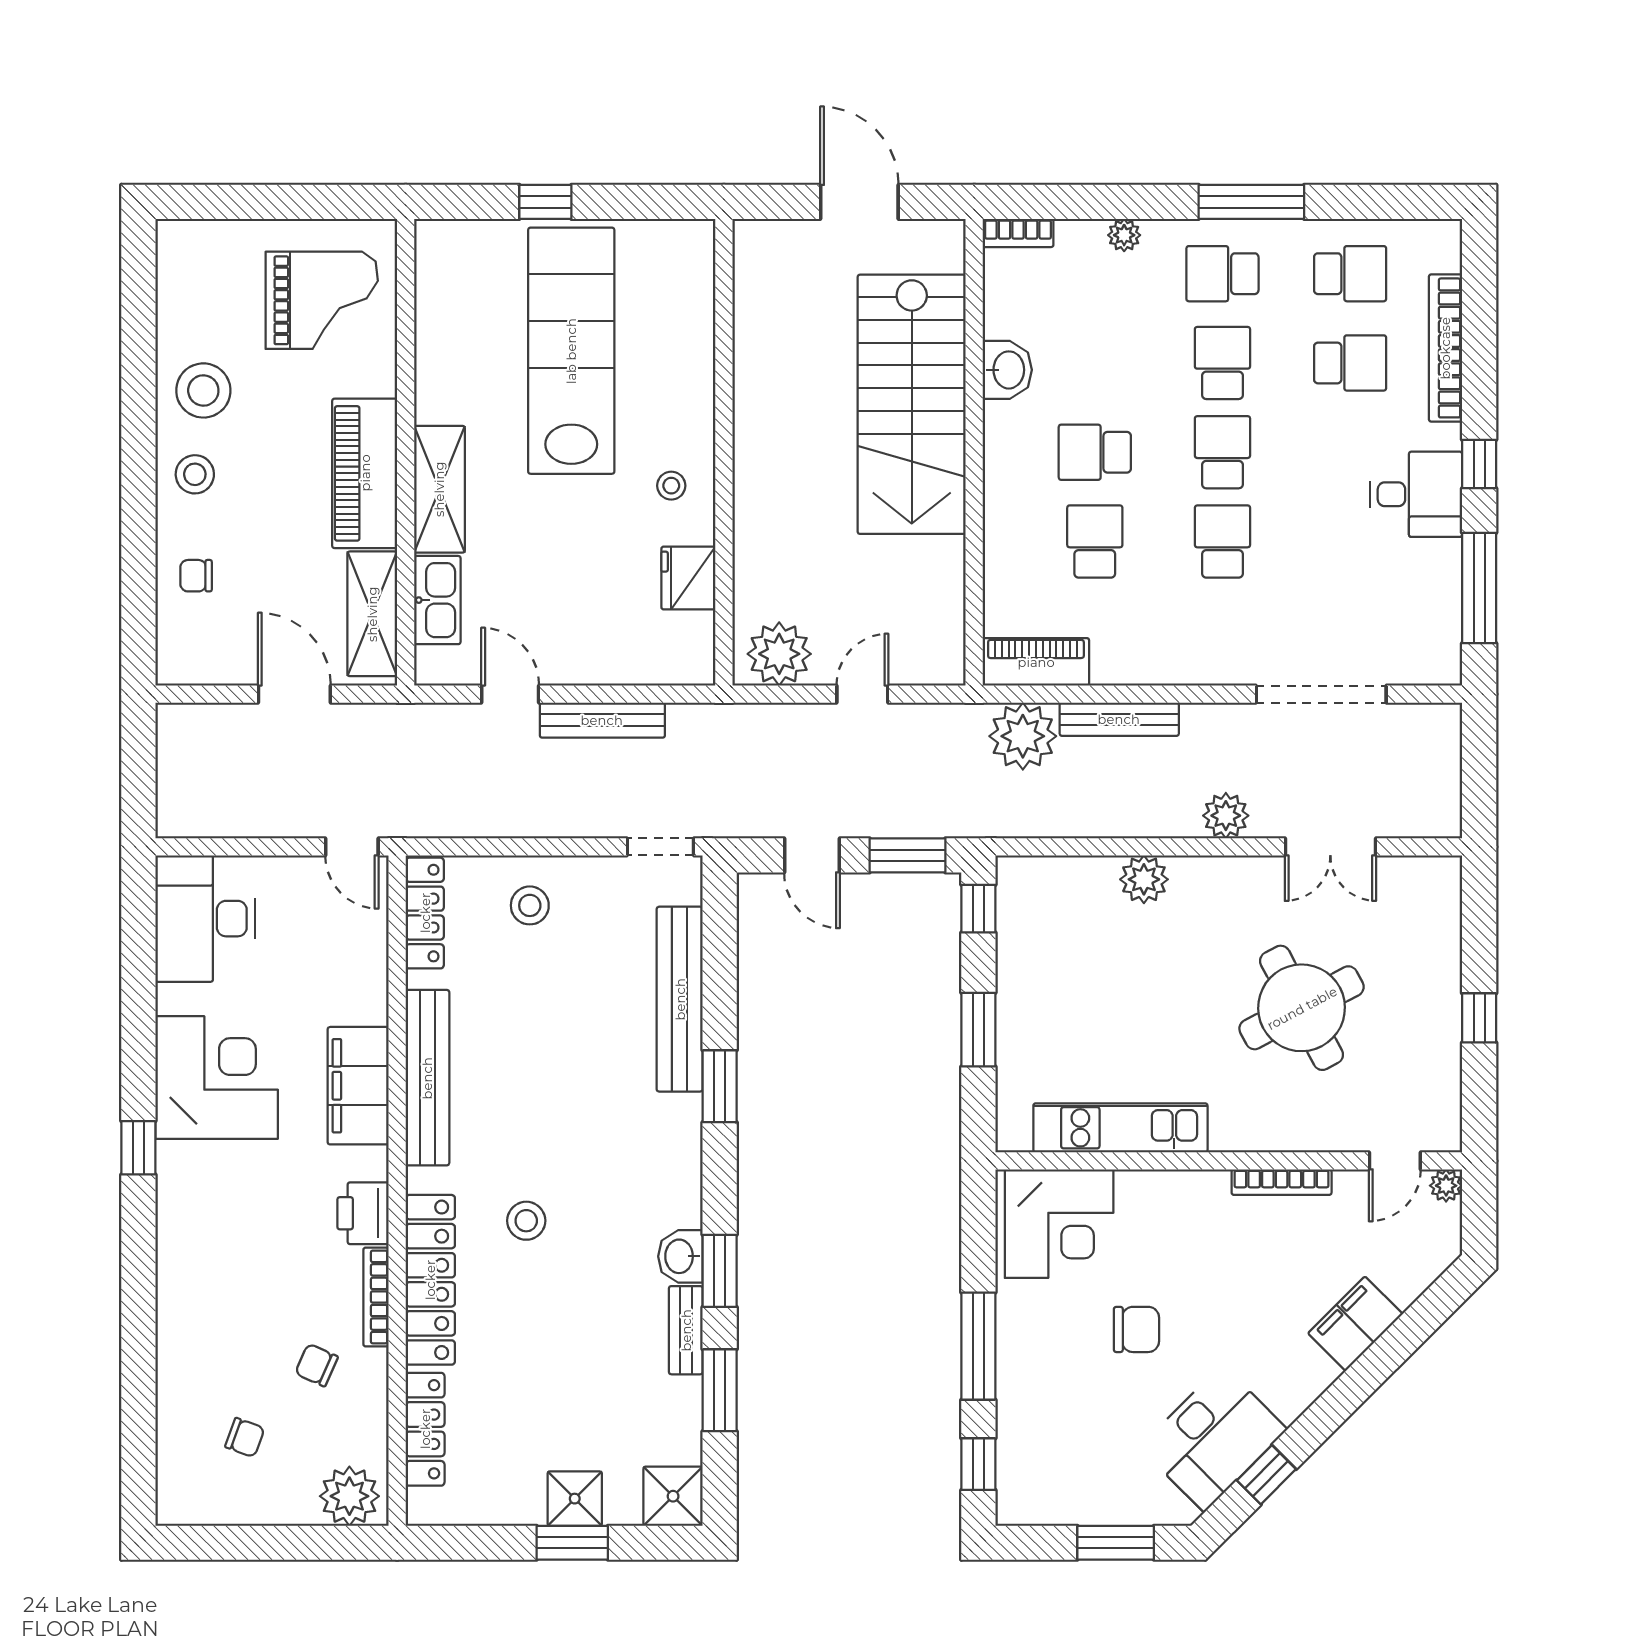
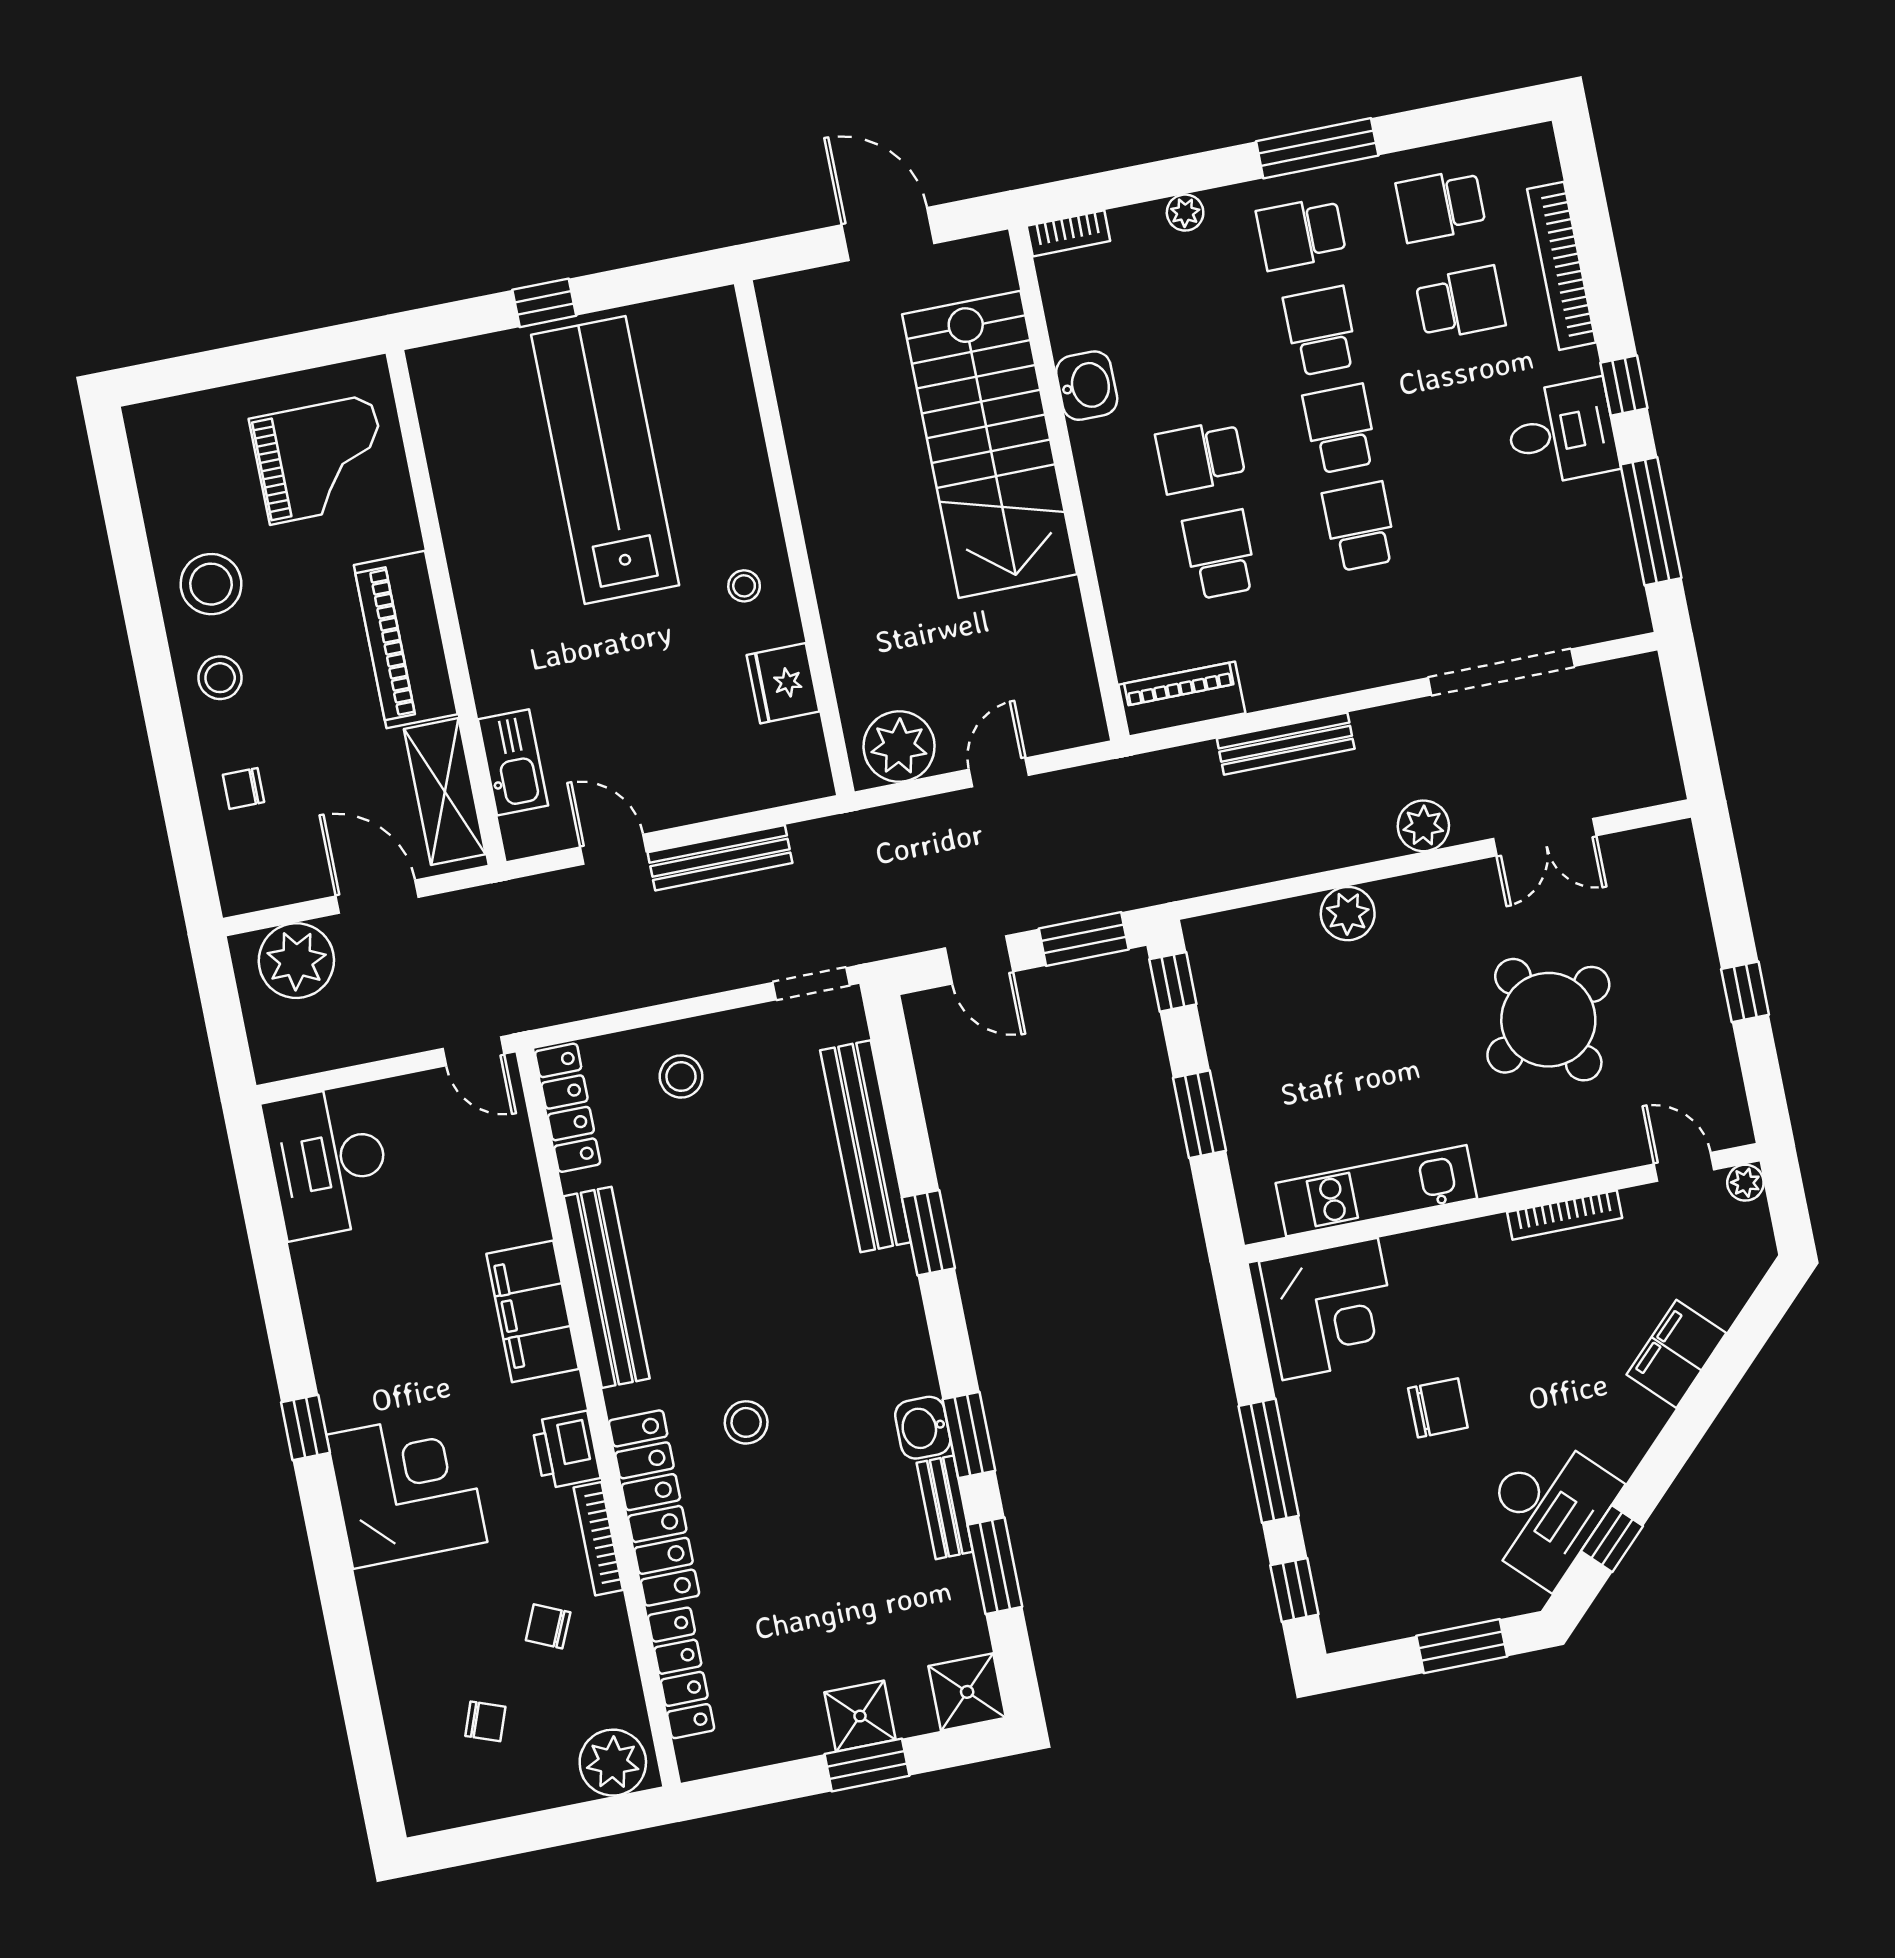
school desk: (1350, 274) -> (1441, 205), turned 180
shelving: (439, 489) -> (491, 641), removed
plant: (1023, 736) -> (296, 961), moved
corner desk: (217, 1077) -> (407, 1488), moved
door: (1395, 1161) -> (1684, 1167), swing flipped

